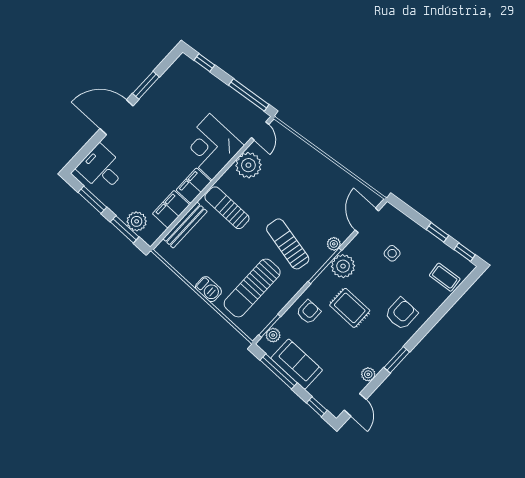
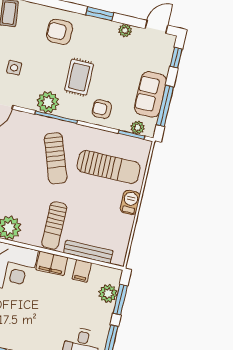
filing cabinet: (171, 209) -> (82, 271), width x0.50
sun lounger: (288, 244) -> (56, 158), turned -31
plant: (334, 244) -> (34, 120), removed

